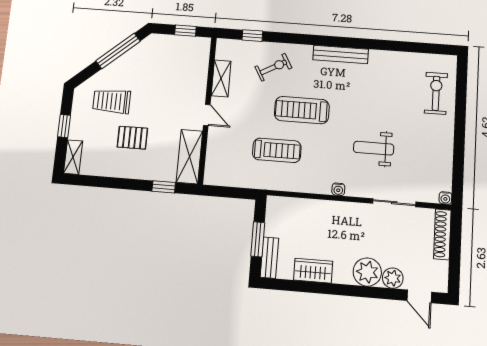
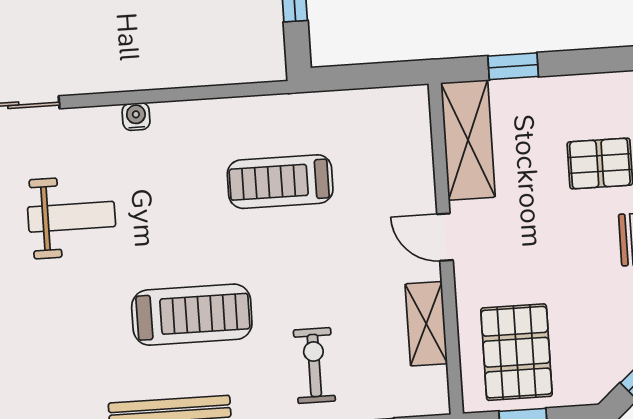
pallet: (183, 61) -> (516, 352), added
exercise bike: (273, 67) -> (314, 366), turned 119
treadmill: (302, 110) -> (192, 315), moved

